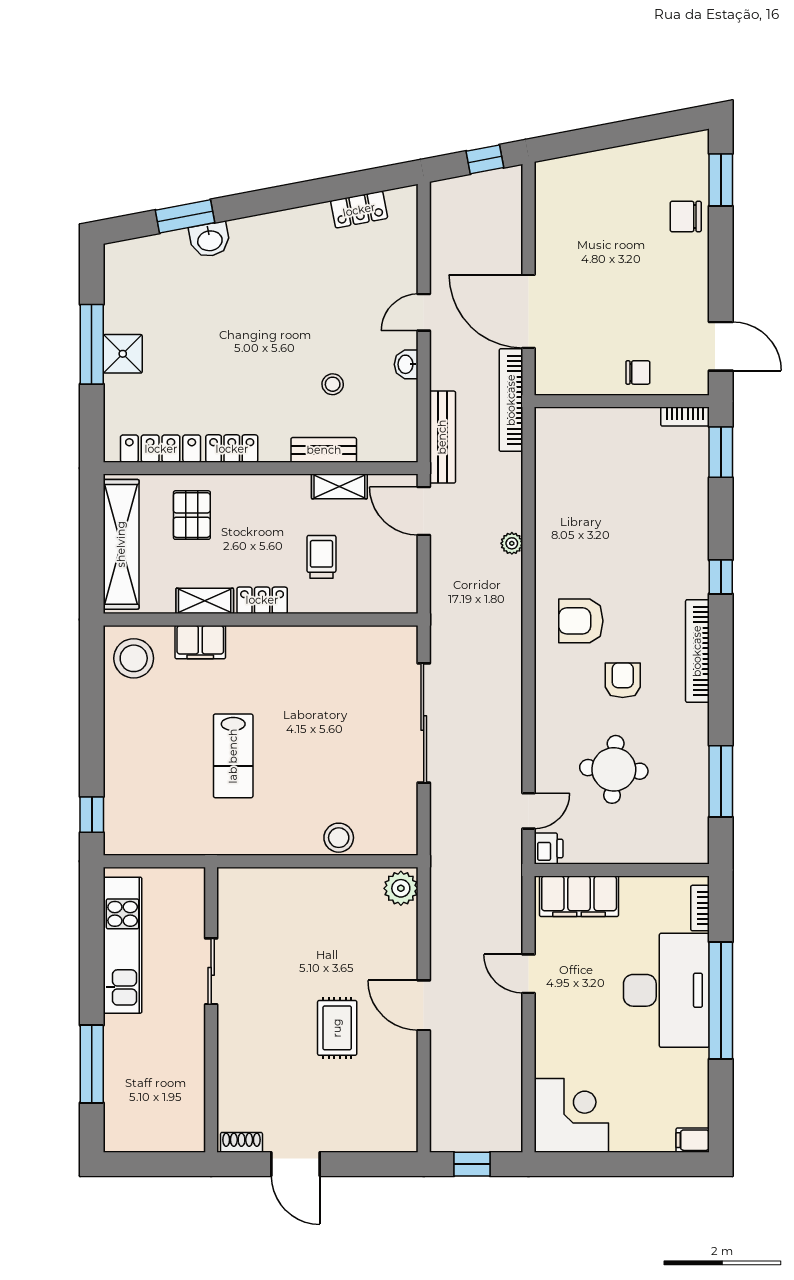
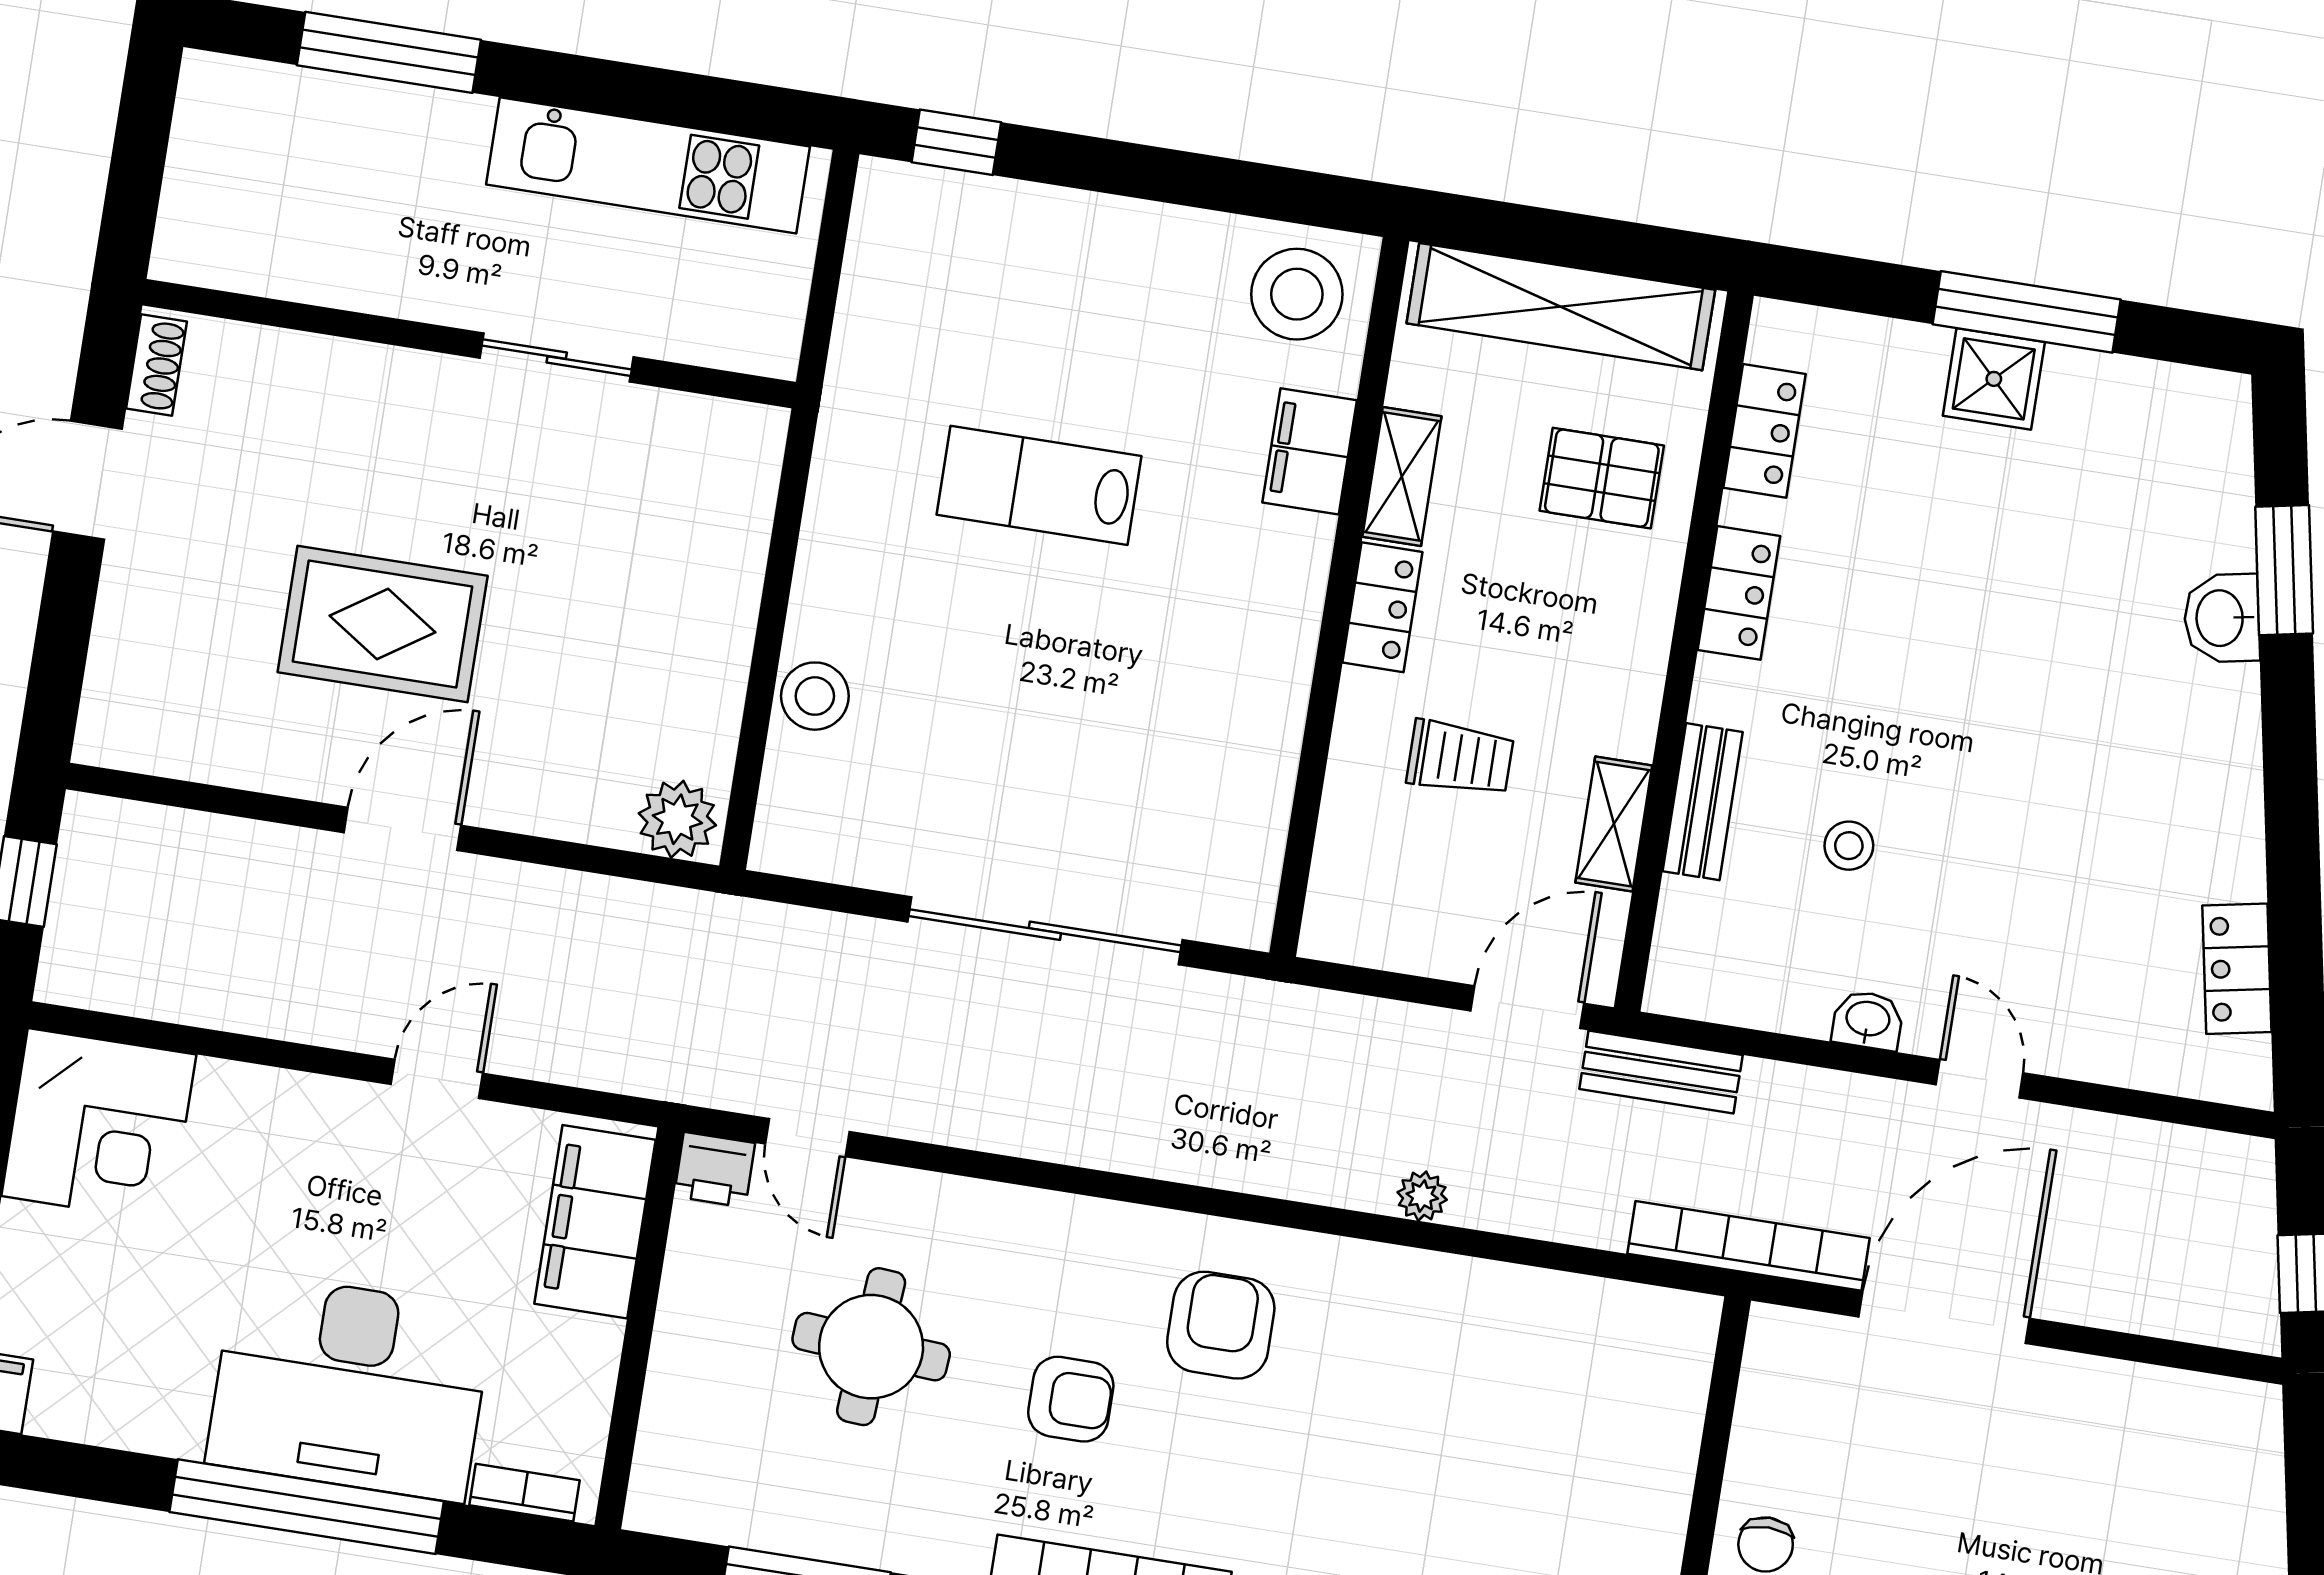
bench: (442, 437) -> (1661, 1072), width x0.73
locker: (161, 449) -> (1765, 431), width x0.66
rug: (337, 1028) -> (383, 624), width x1.36, depth x1.43

